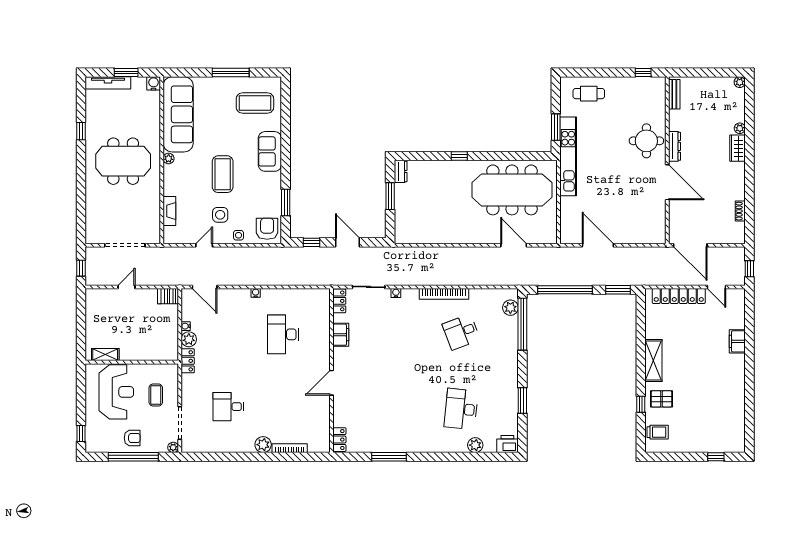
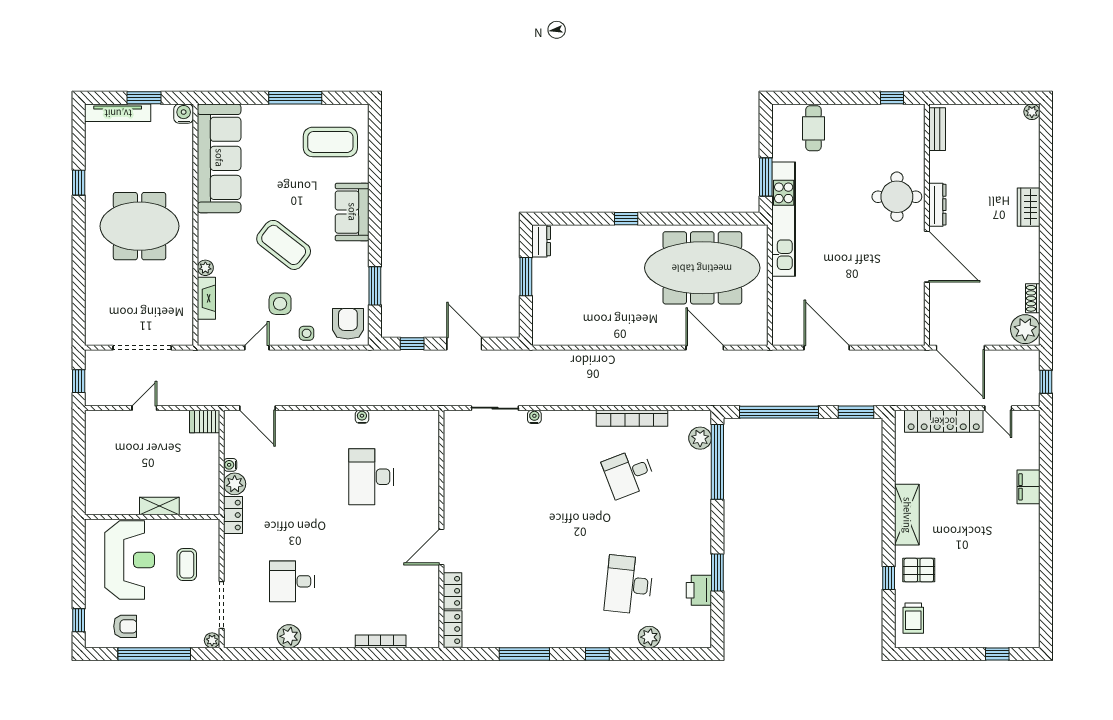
cafe table: (589, 94) -> (813, 128), turned 90
plant: (740, 128) -> (1025, 329), moved, width x1.87, depth x1.87
plant: (169, 159) -> (205, 268), moved
coffee table: (223, 174) -> (284, 245), turned -52
water cooler: (256, 293) -> (362, 417), moved
bookcase: (444, 294) -> (632, 418), moved
locker: (339, 301) -> (453, 591), moved
filing cabinet: (341, 335) -> (455, 477), removed
shelving: (105, 355) -> (159, 506), moved
trolley: (658, 432) -> (913, 618), turned 90
armchair: (132, 438) -> (125, 626), moved
printer: (507, 444) -> (699, 590), moved, turned -90
plant: (263, 445) -> (289, 636), moved
window: (439, 457) -> (597, 654), added

